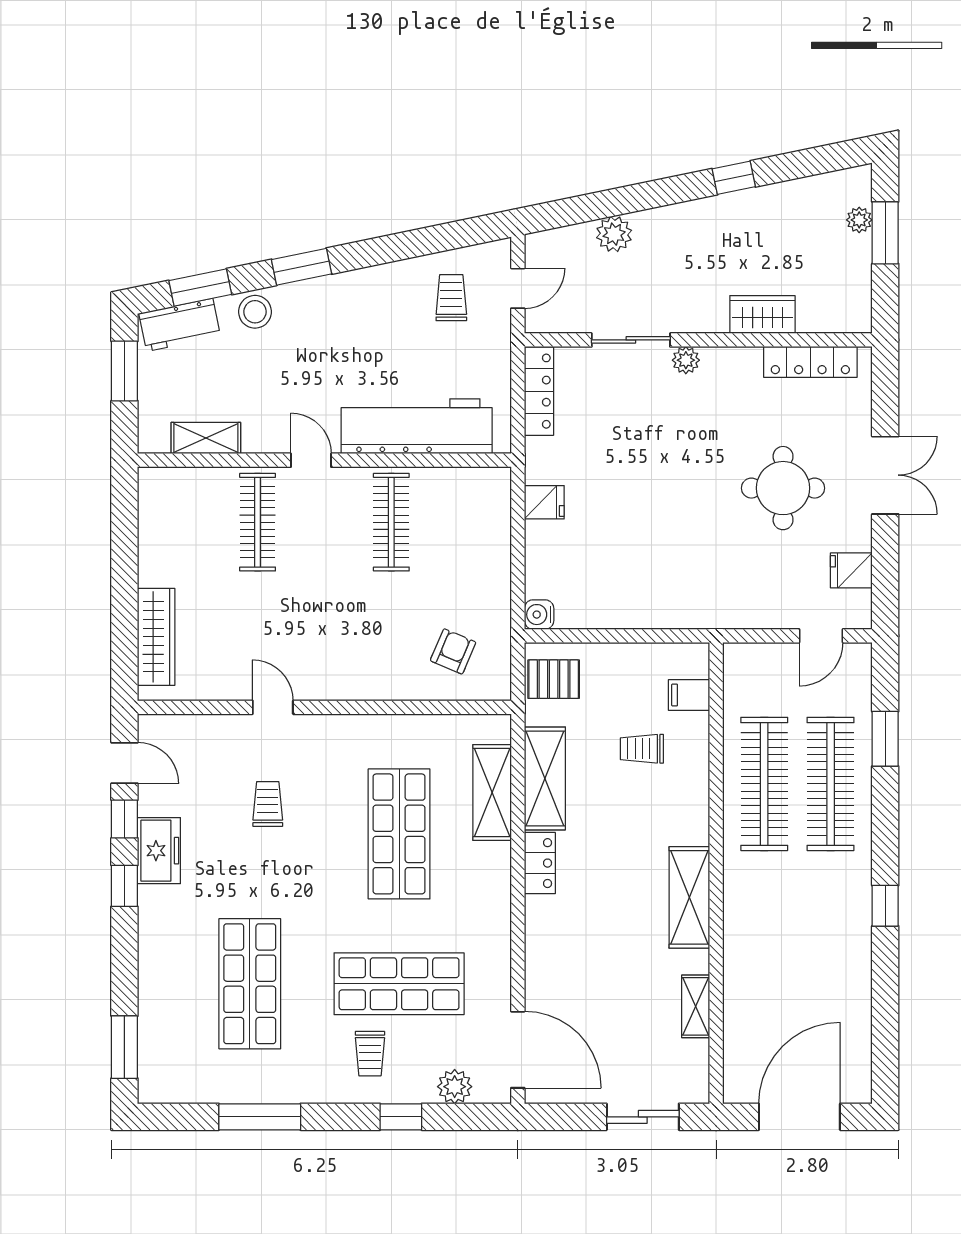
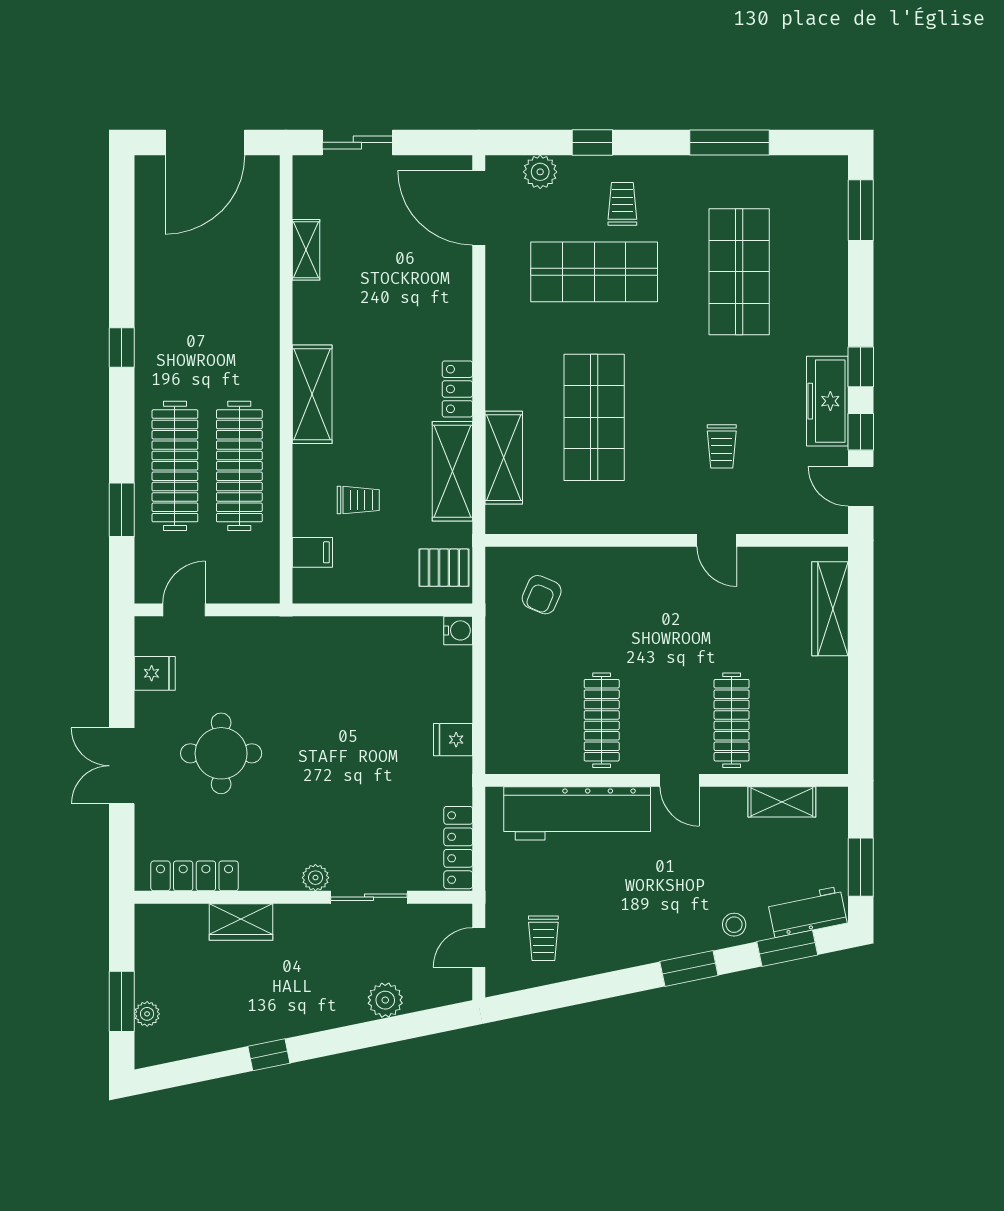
stool: (255, 312) -> (734, 925), width x0.73, depth x0.73
freezer: (159, 851) -> (827, 401), width x1.40
shelving: (689, 897) -> (312, 394), moved

